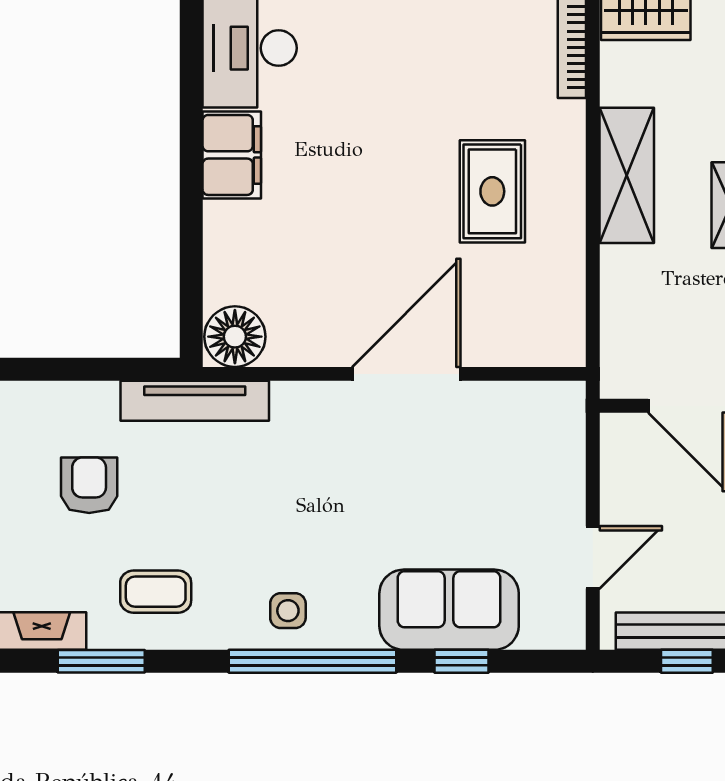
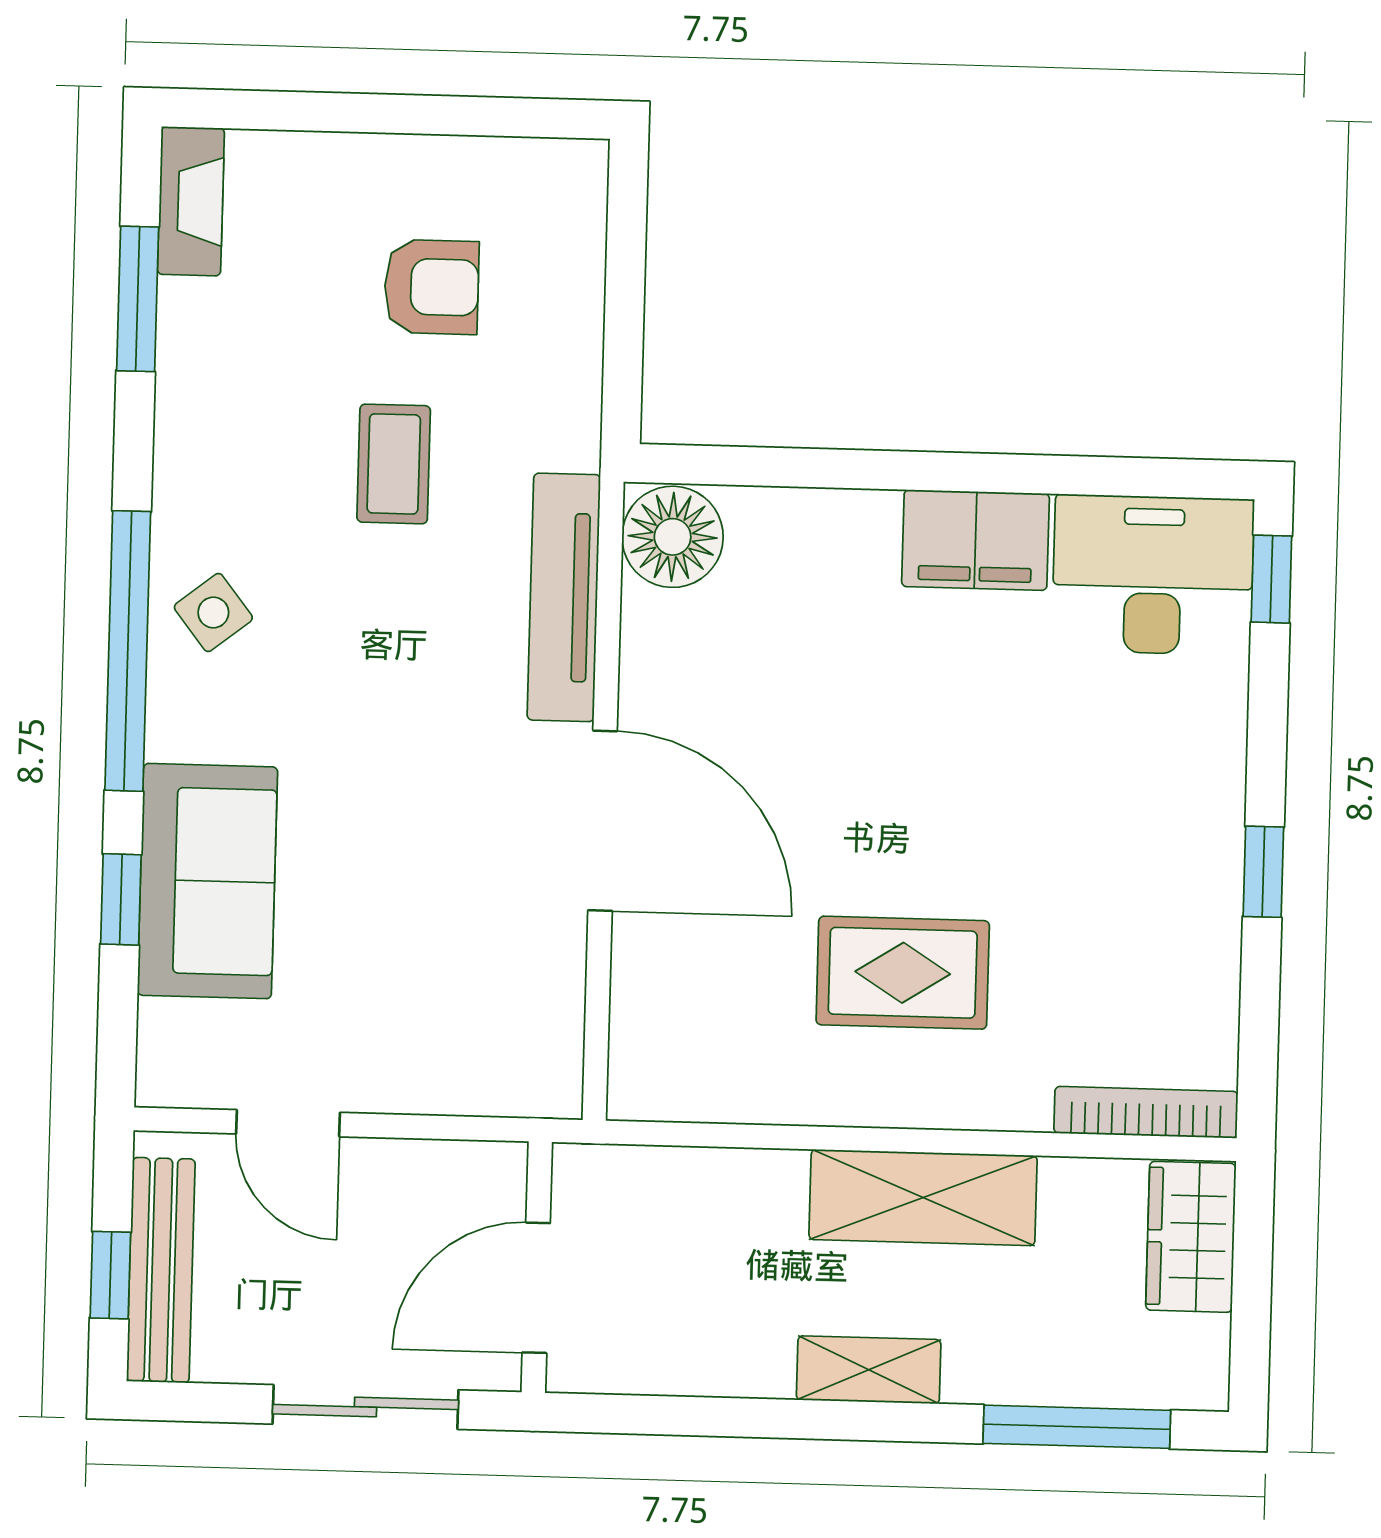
tv unit: (195, 401) -> (564, 597), moved
coffee table: (156, 592) -> (394, 464), moved
side table: (288, 611) -> (213, 612), turned -38

